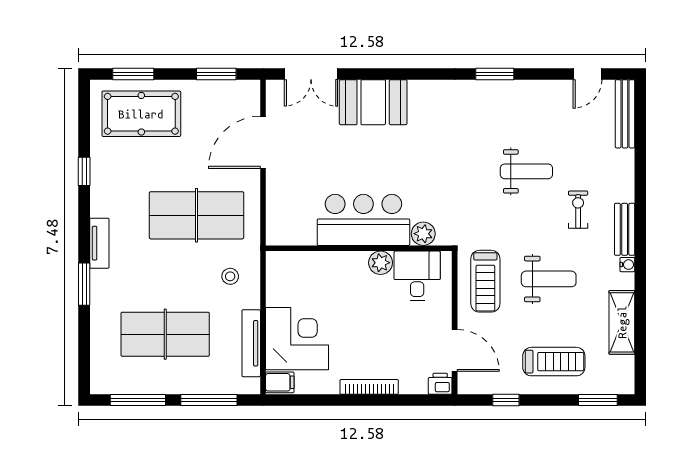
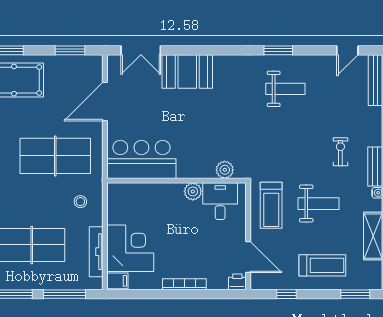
weight bench: (526, 171) -> (285, 89), moved
bar counter: (363, 220) -> (141, 159), moved

